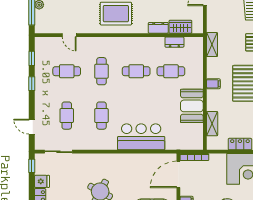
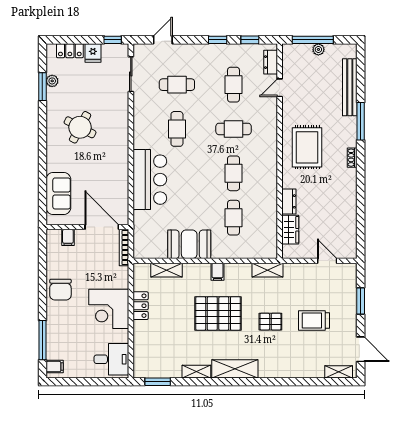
dresser: (174, 42) -> (271, 62), moved
cafe table: (101, 116) -> (177, 129), turned 90

